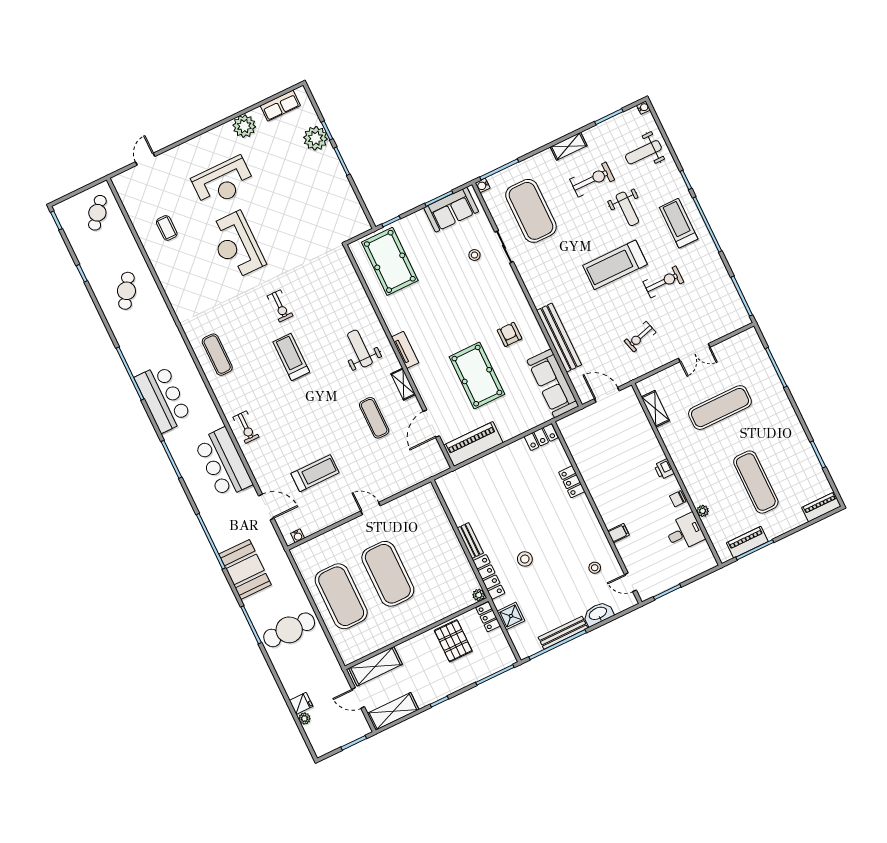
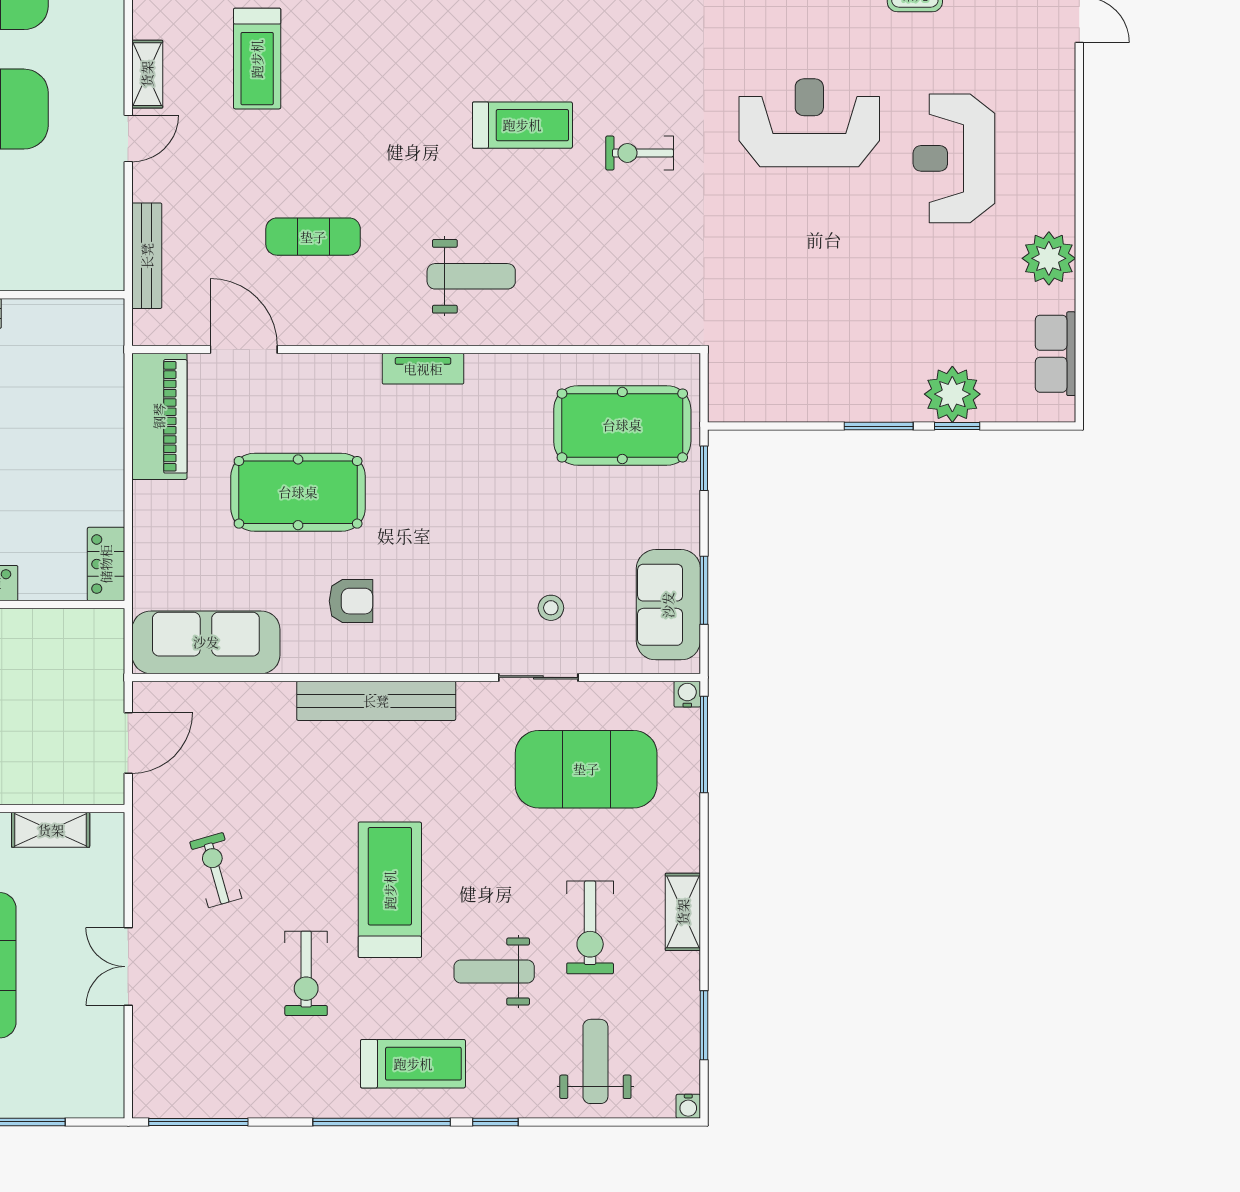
bench: (559, 338) -> (376, 701), moved
shelving: (403, 384) -> (147, 74), moved, turned 90
bench: (413, 479) -> (147, 256), added

